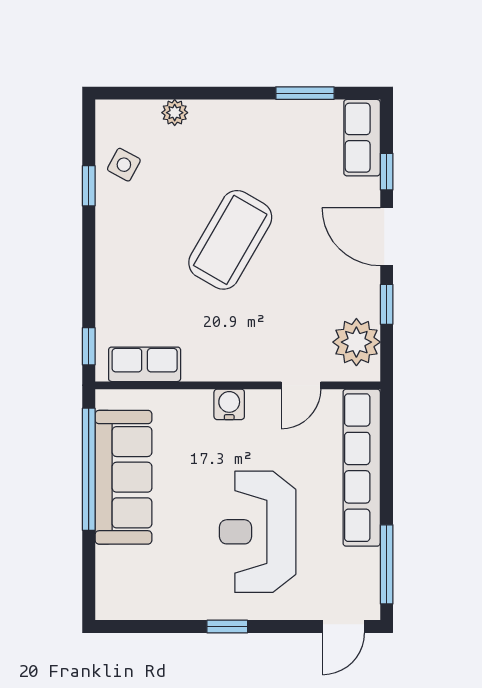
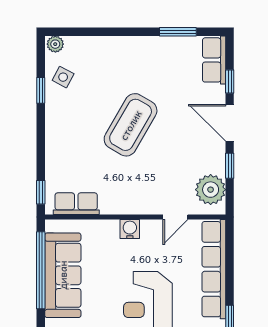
plant: (175, 113) -> (55, 44), moved

